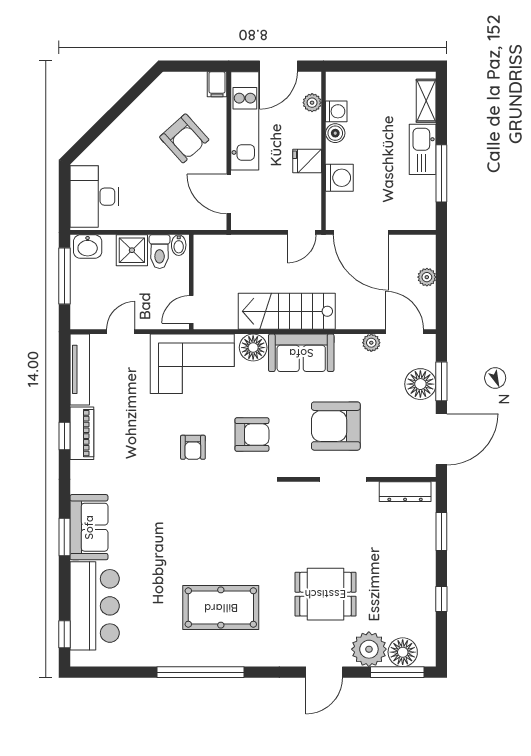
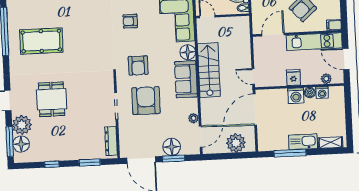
washing machine: (339, 178) -> (296, 96), moved
plant: (427, 277) -> (236, 143), width x1.88, depth x1.88
armchair: (252, 435) -> (138, 65), moved
pool table: (221, 608) -> (41, 41), turned 90

